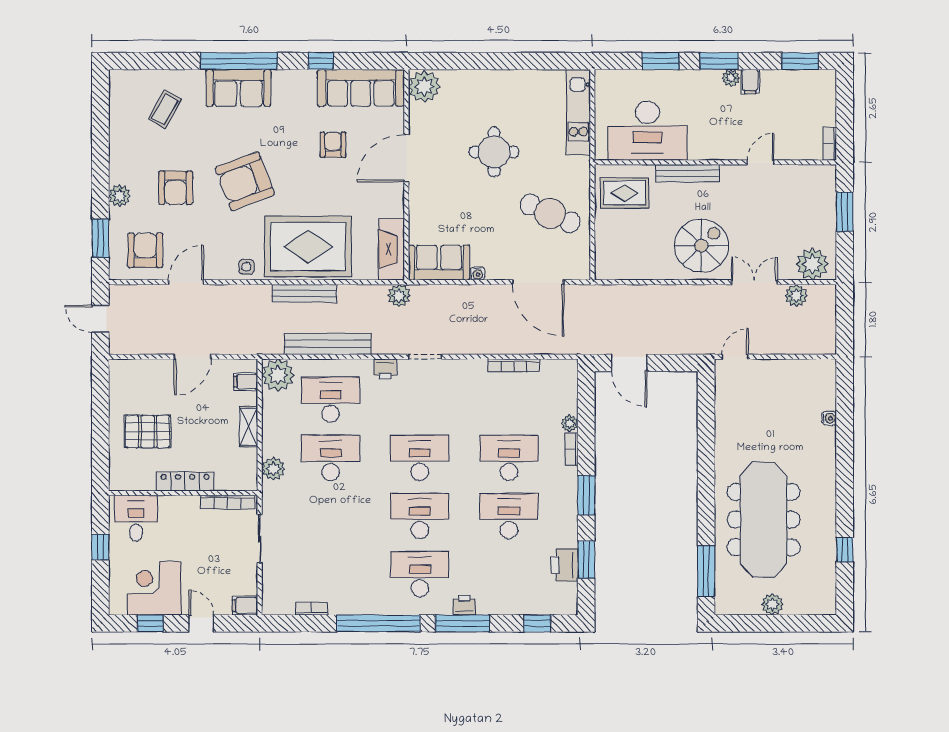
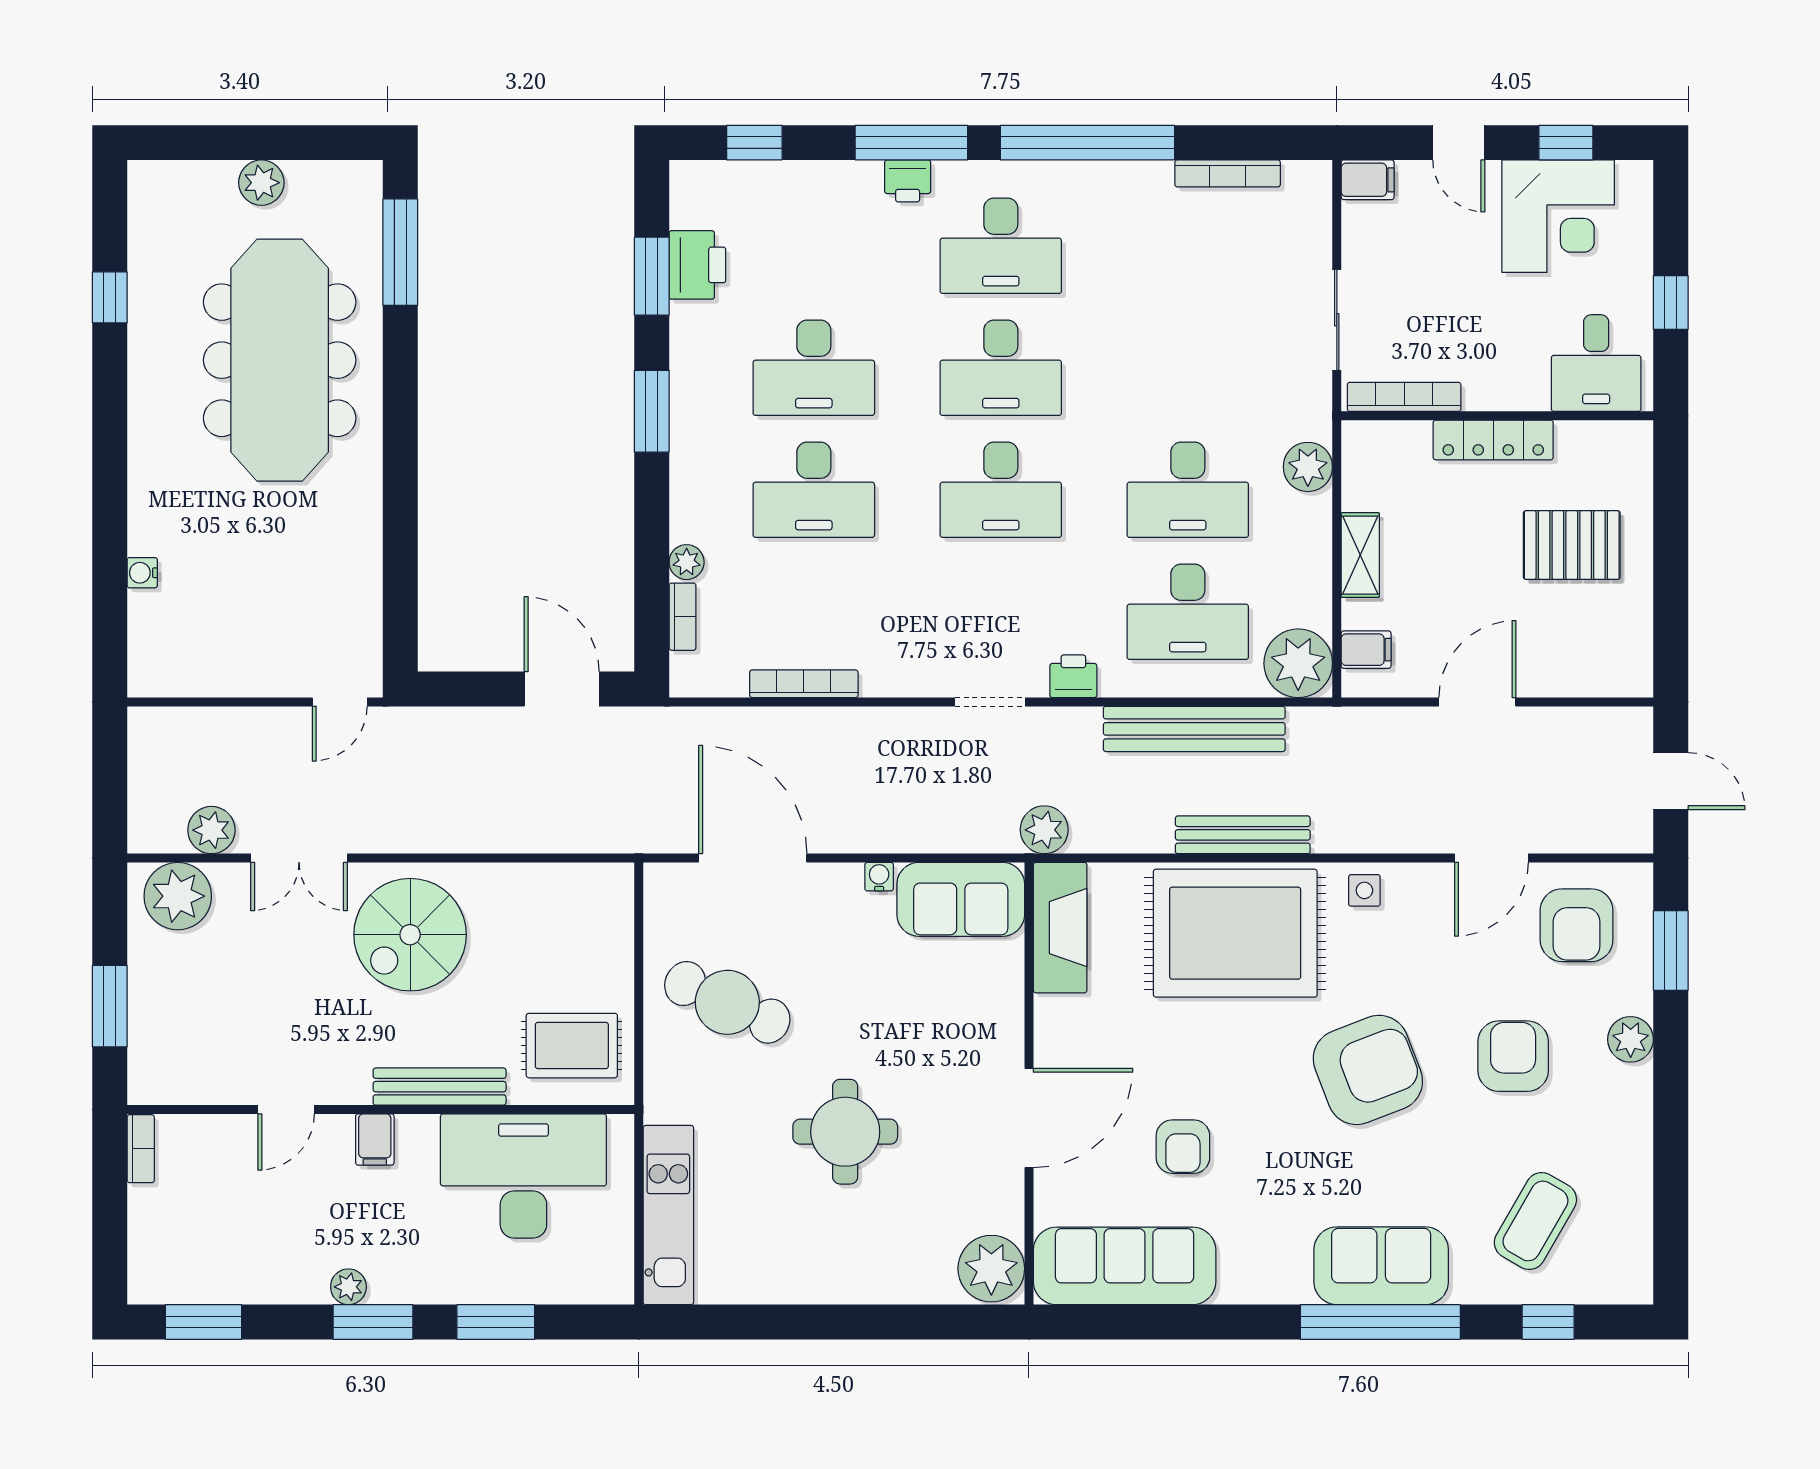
window: (321, 61) -> (1548, 1322), moved
filing cabinet: (750, 82) -> (375, 1140), moved, turned 180
coffee table: (165, 109) -> (1535, 1221), width x1.36, depth x1.30
bookcase: (572, 449) -> (683, 617), moved
bookcase: (312, 609) -> (1228, 173), width x1.56

